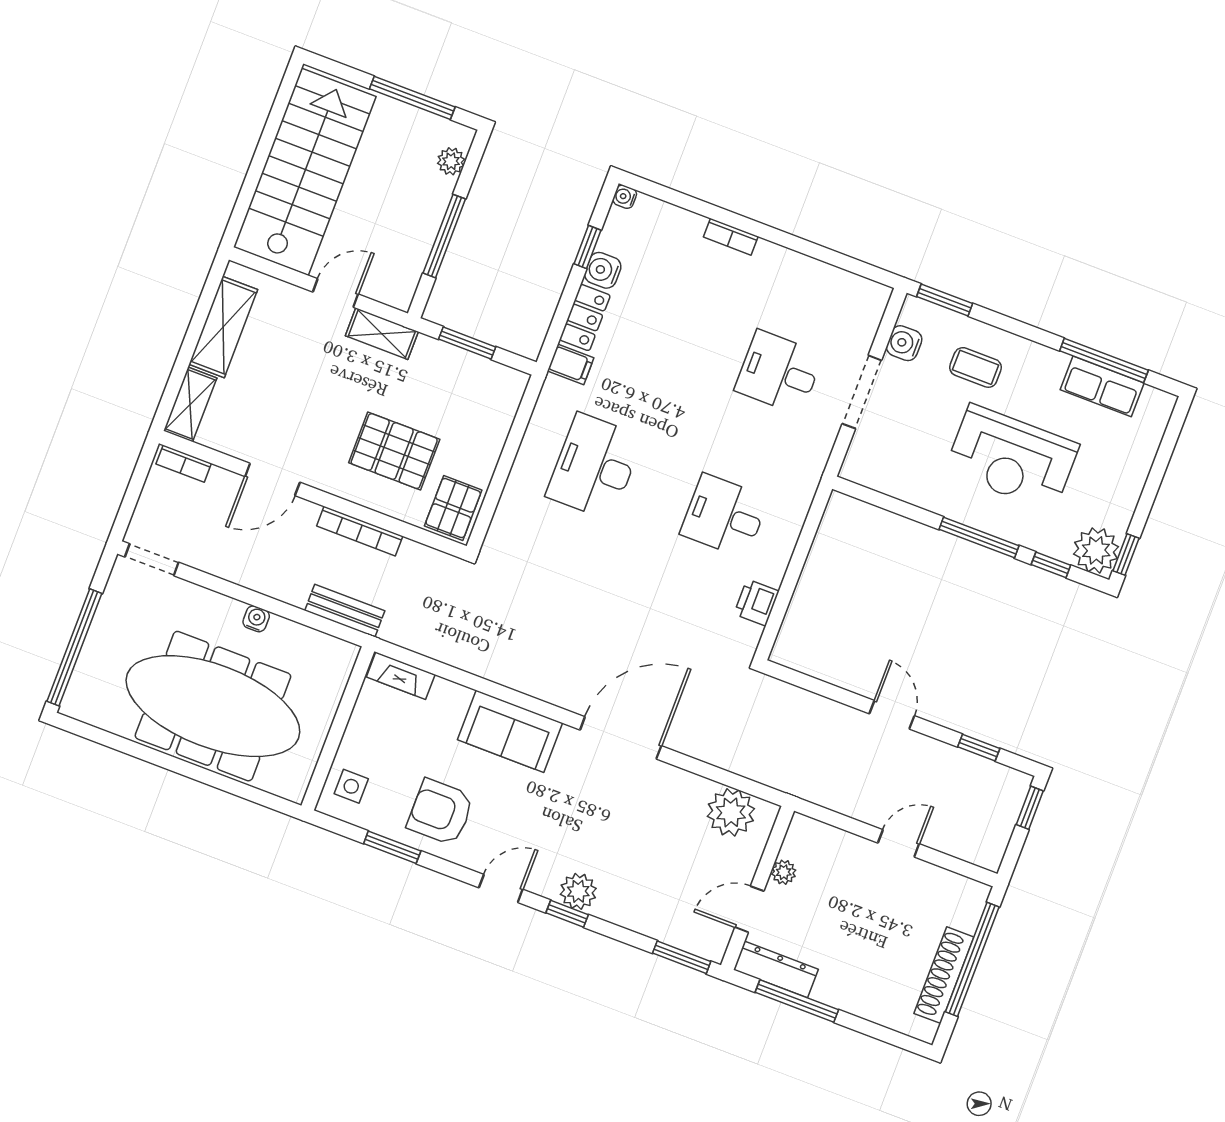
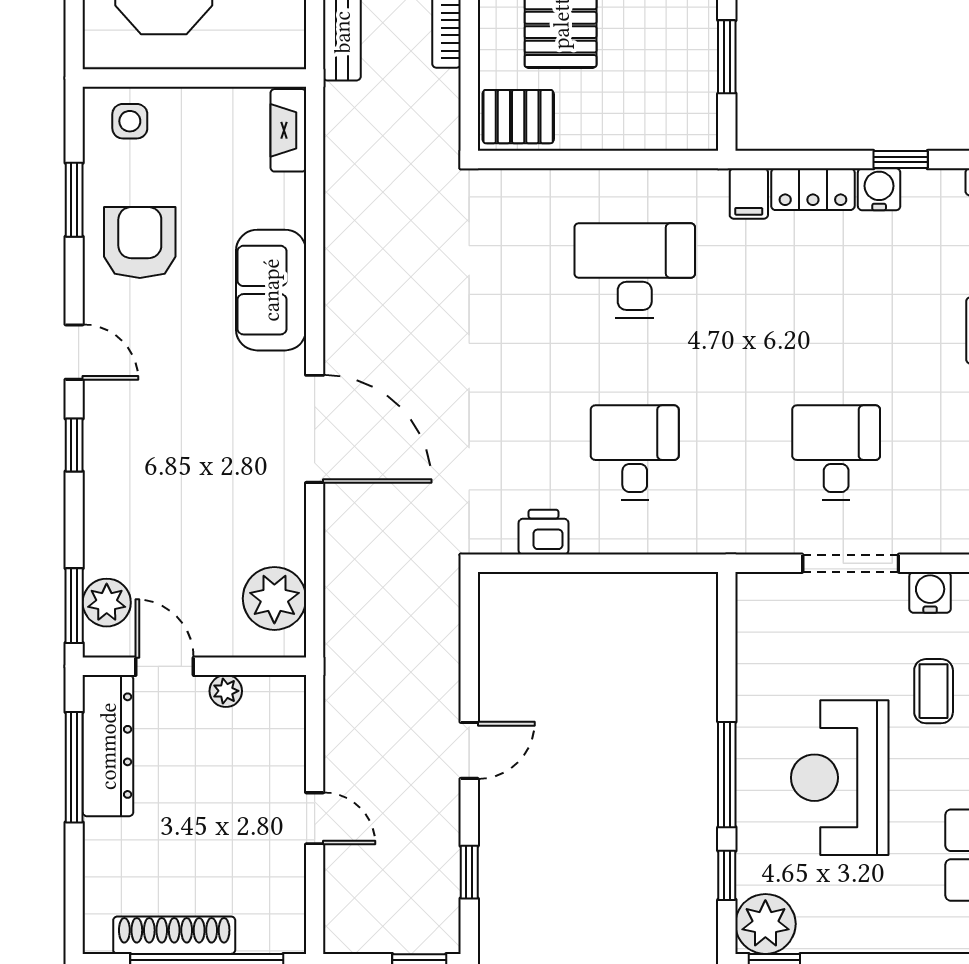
plant: (578, 891) -> (107, 603), moved
dresser: (776, 969) -> (108, 746), width x1.37, depth x1.24

